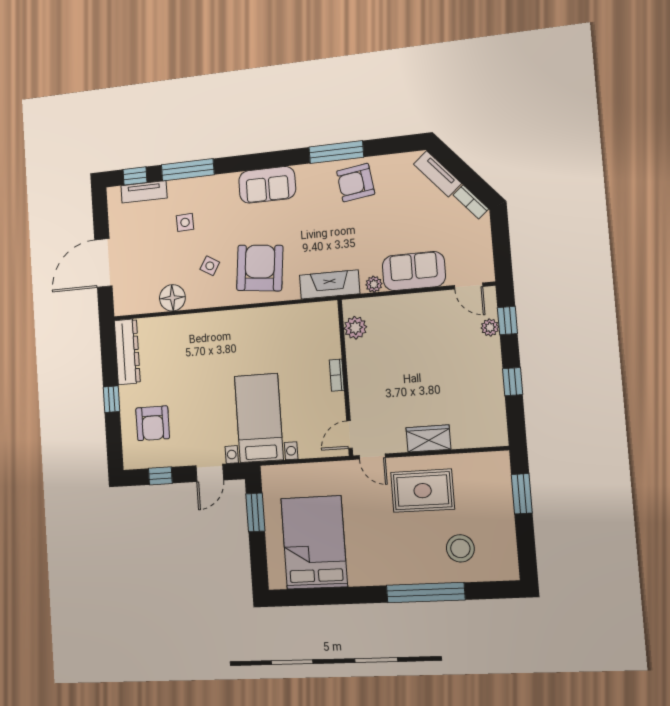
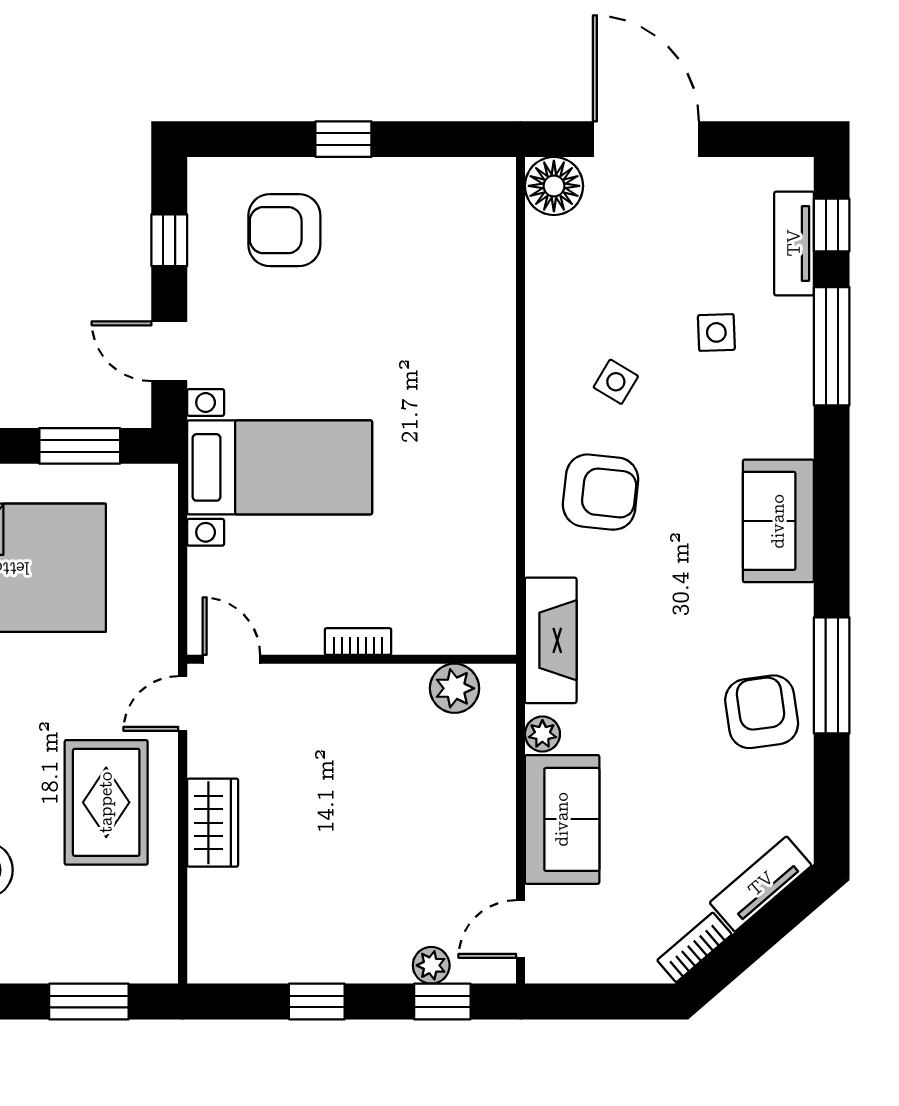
armchair: (260, 268) -> (601, 492), width x0.73, depth x0.73
floor lamp: (172, 298) -> (554, 186), moved
dresser: (127, 352) -> (445, 182), removed

